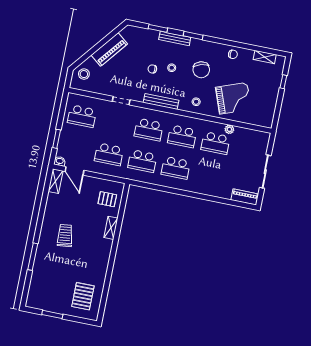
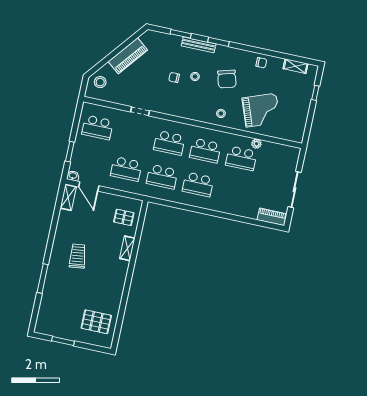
bench: (161, 101) -> (183, 113), removed
pallet: (83, 296) -> (96, 322), turned 90

